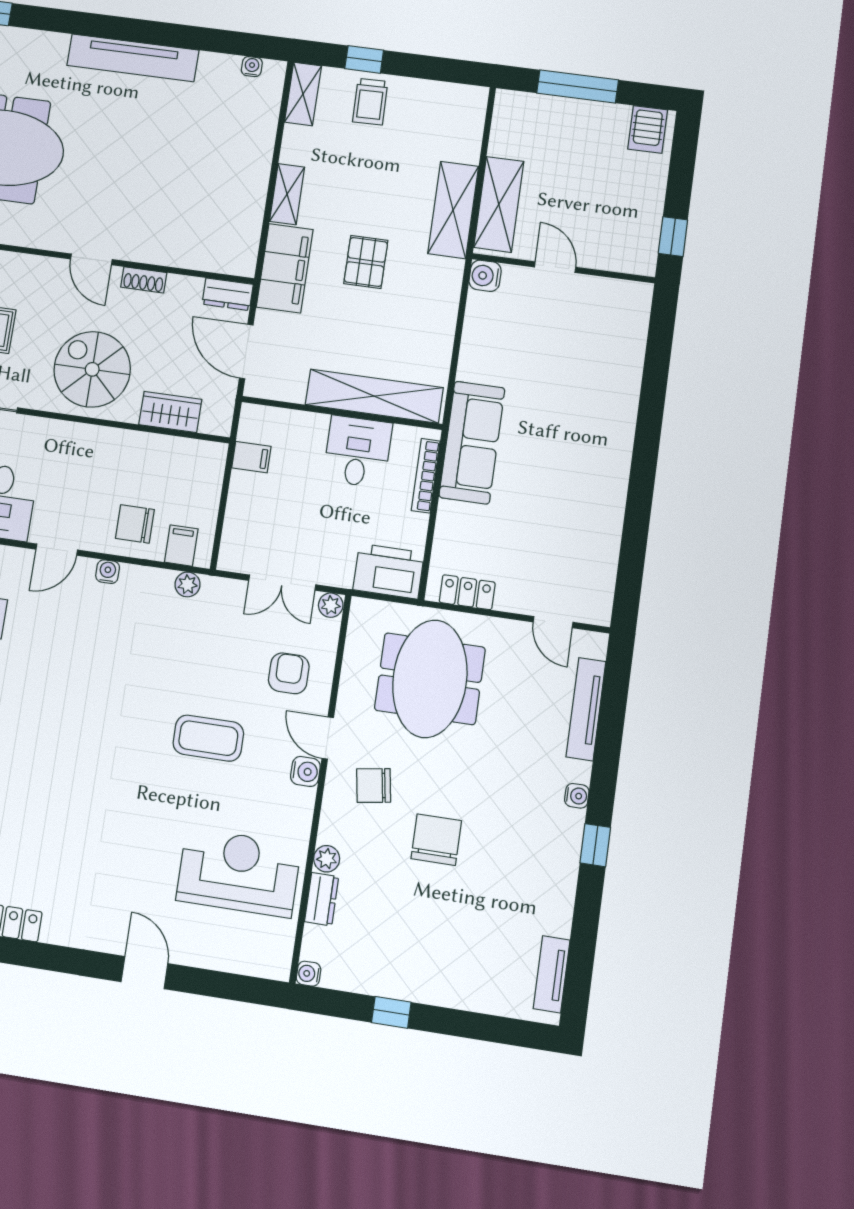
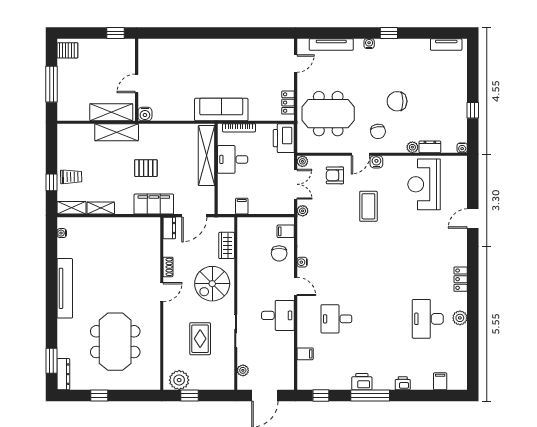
shelving: (287, 194) -> (101, 208), moved
plant: (187, 584) -> (303, 211), moved

